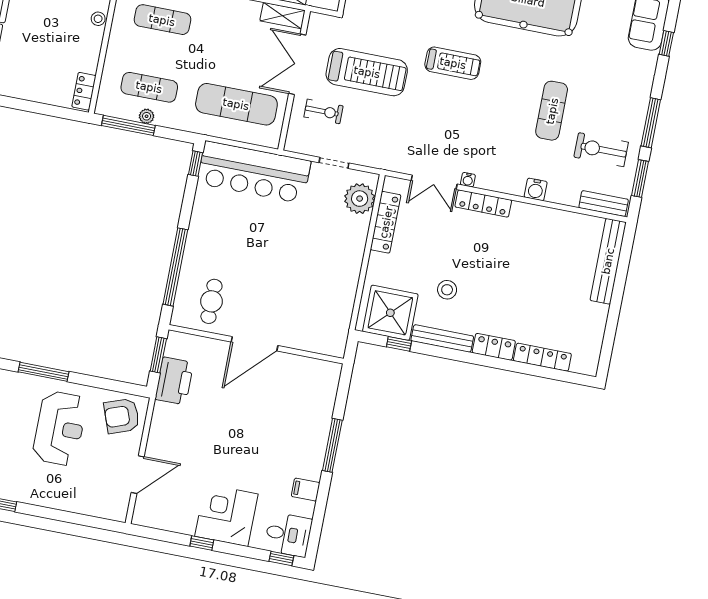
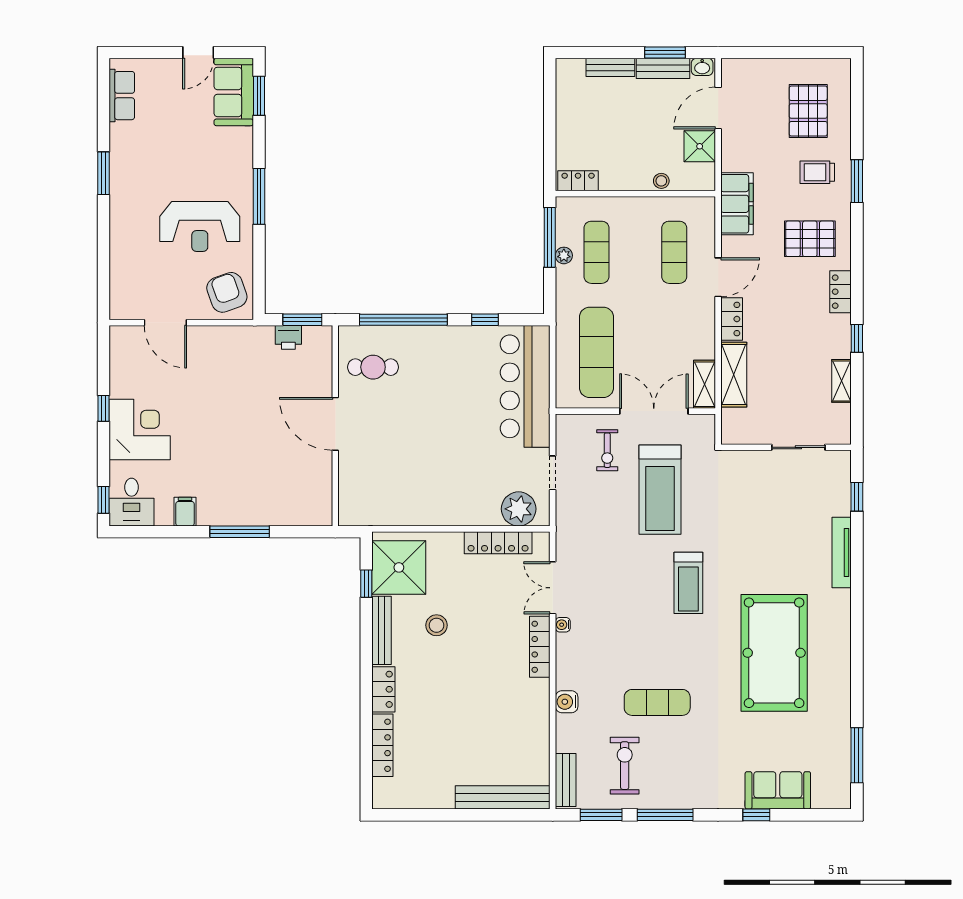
window: (195, 164) -> (485, 320), moved
printer: (174, 381) -> (288, 337), width x0.53, depth x0.68

